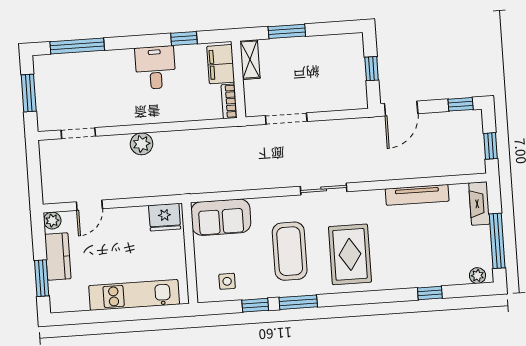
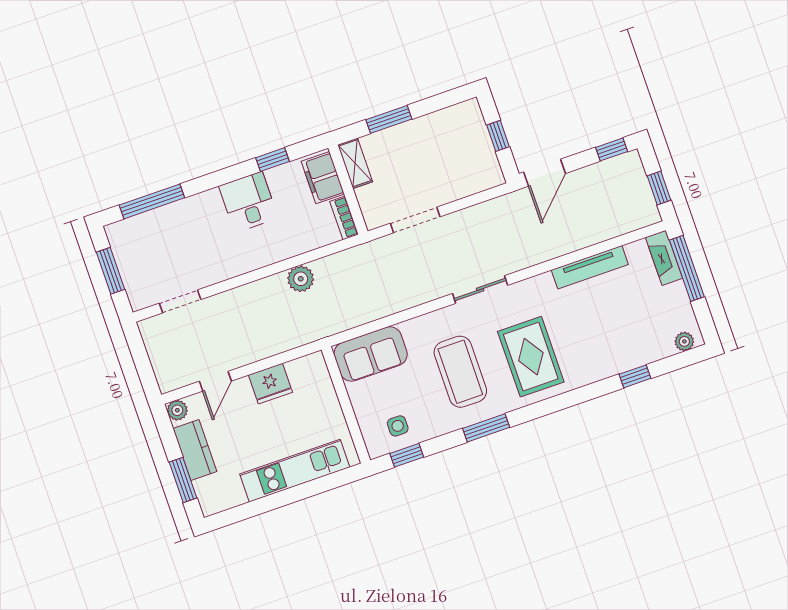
plant: (142, 144) -> (301, 279), moved
fridge: (165, 217) -> (270, 384), moved
window: (497, 241) -> (687, 268), moved
window: (255, 305) -> (407, 455), moved

